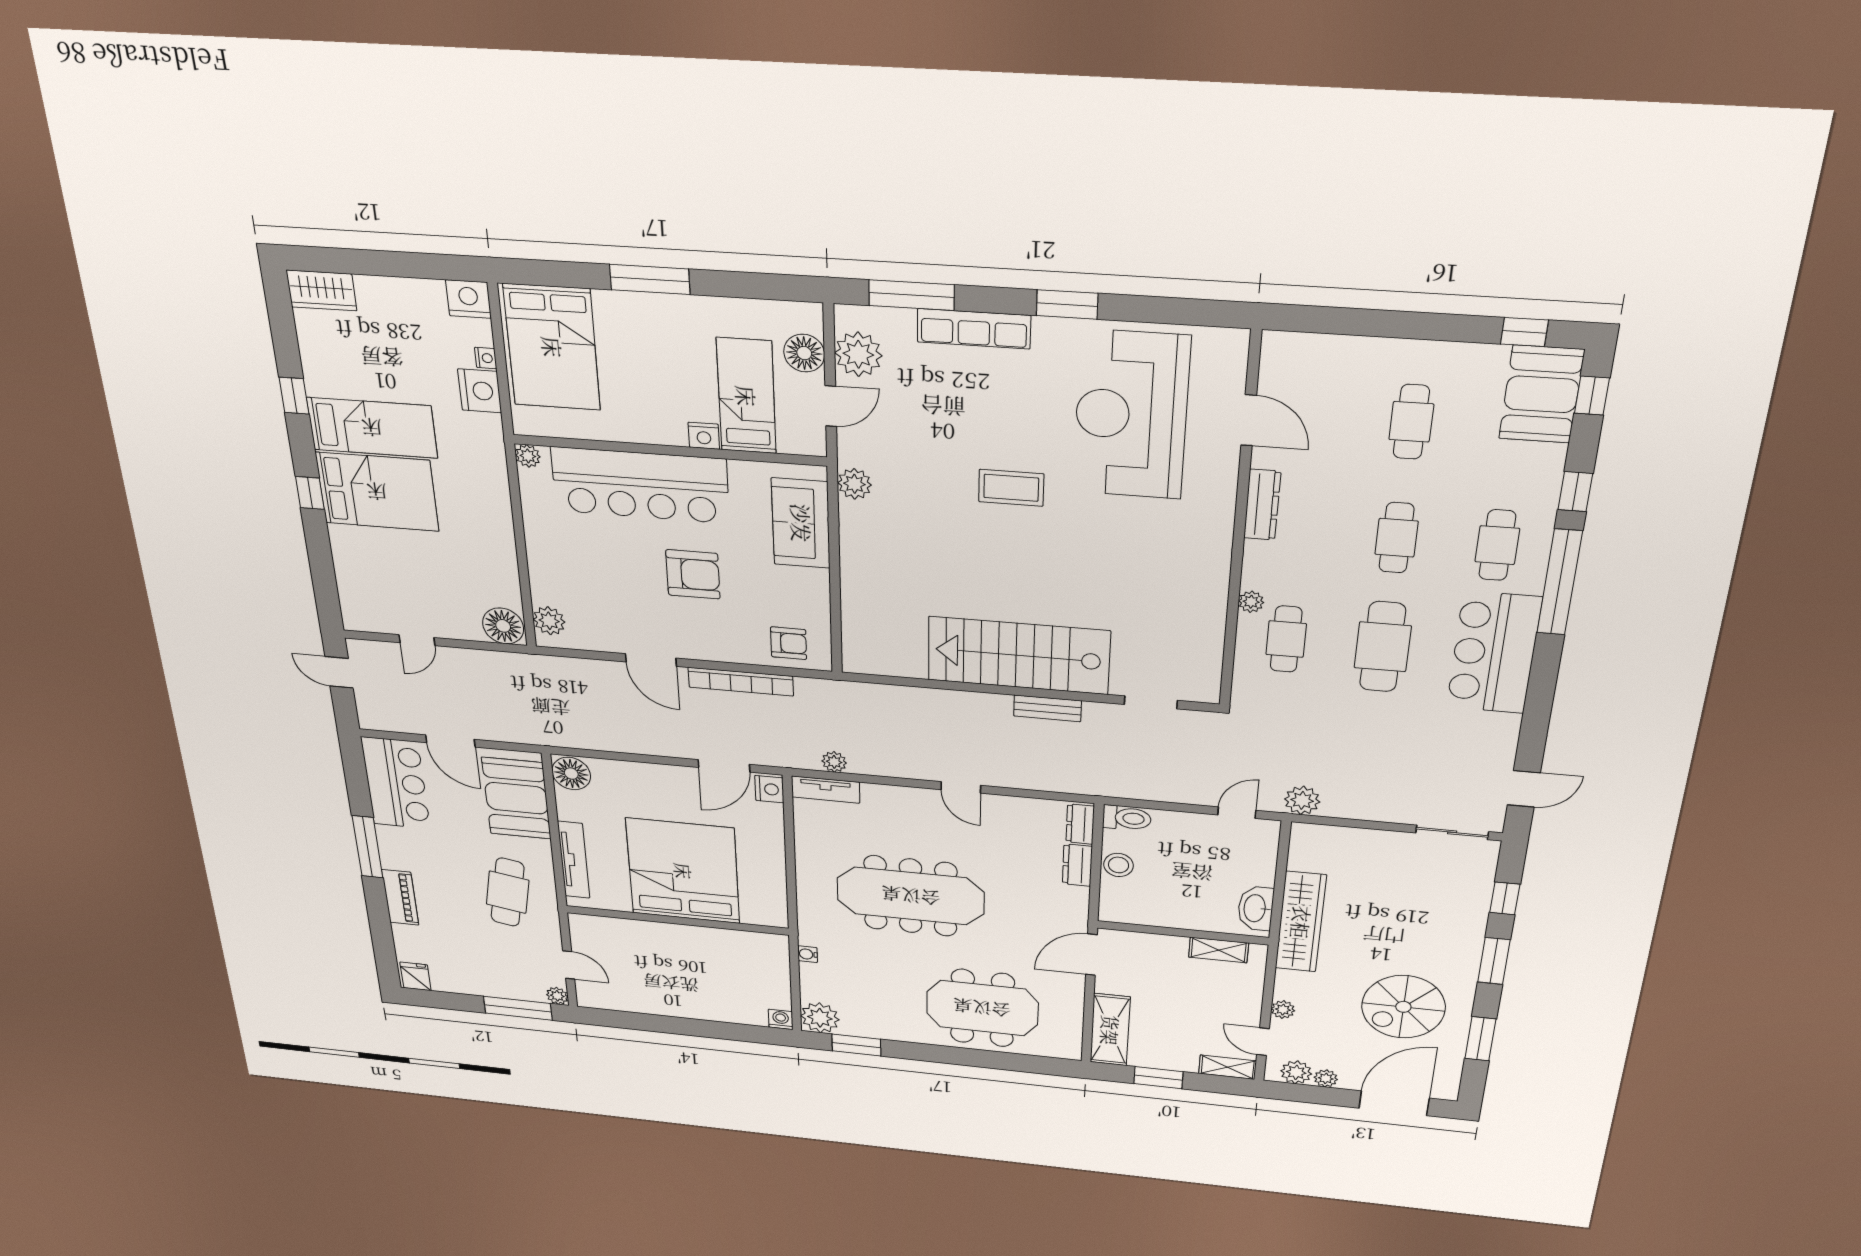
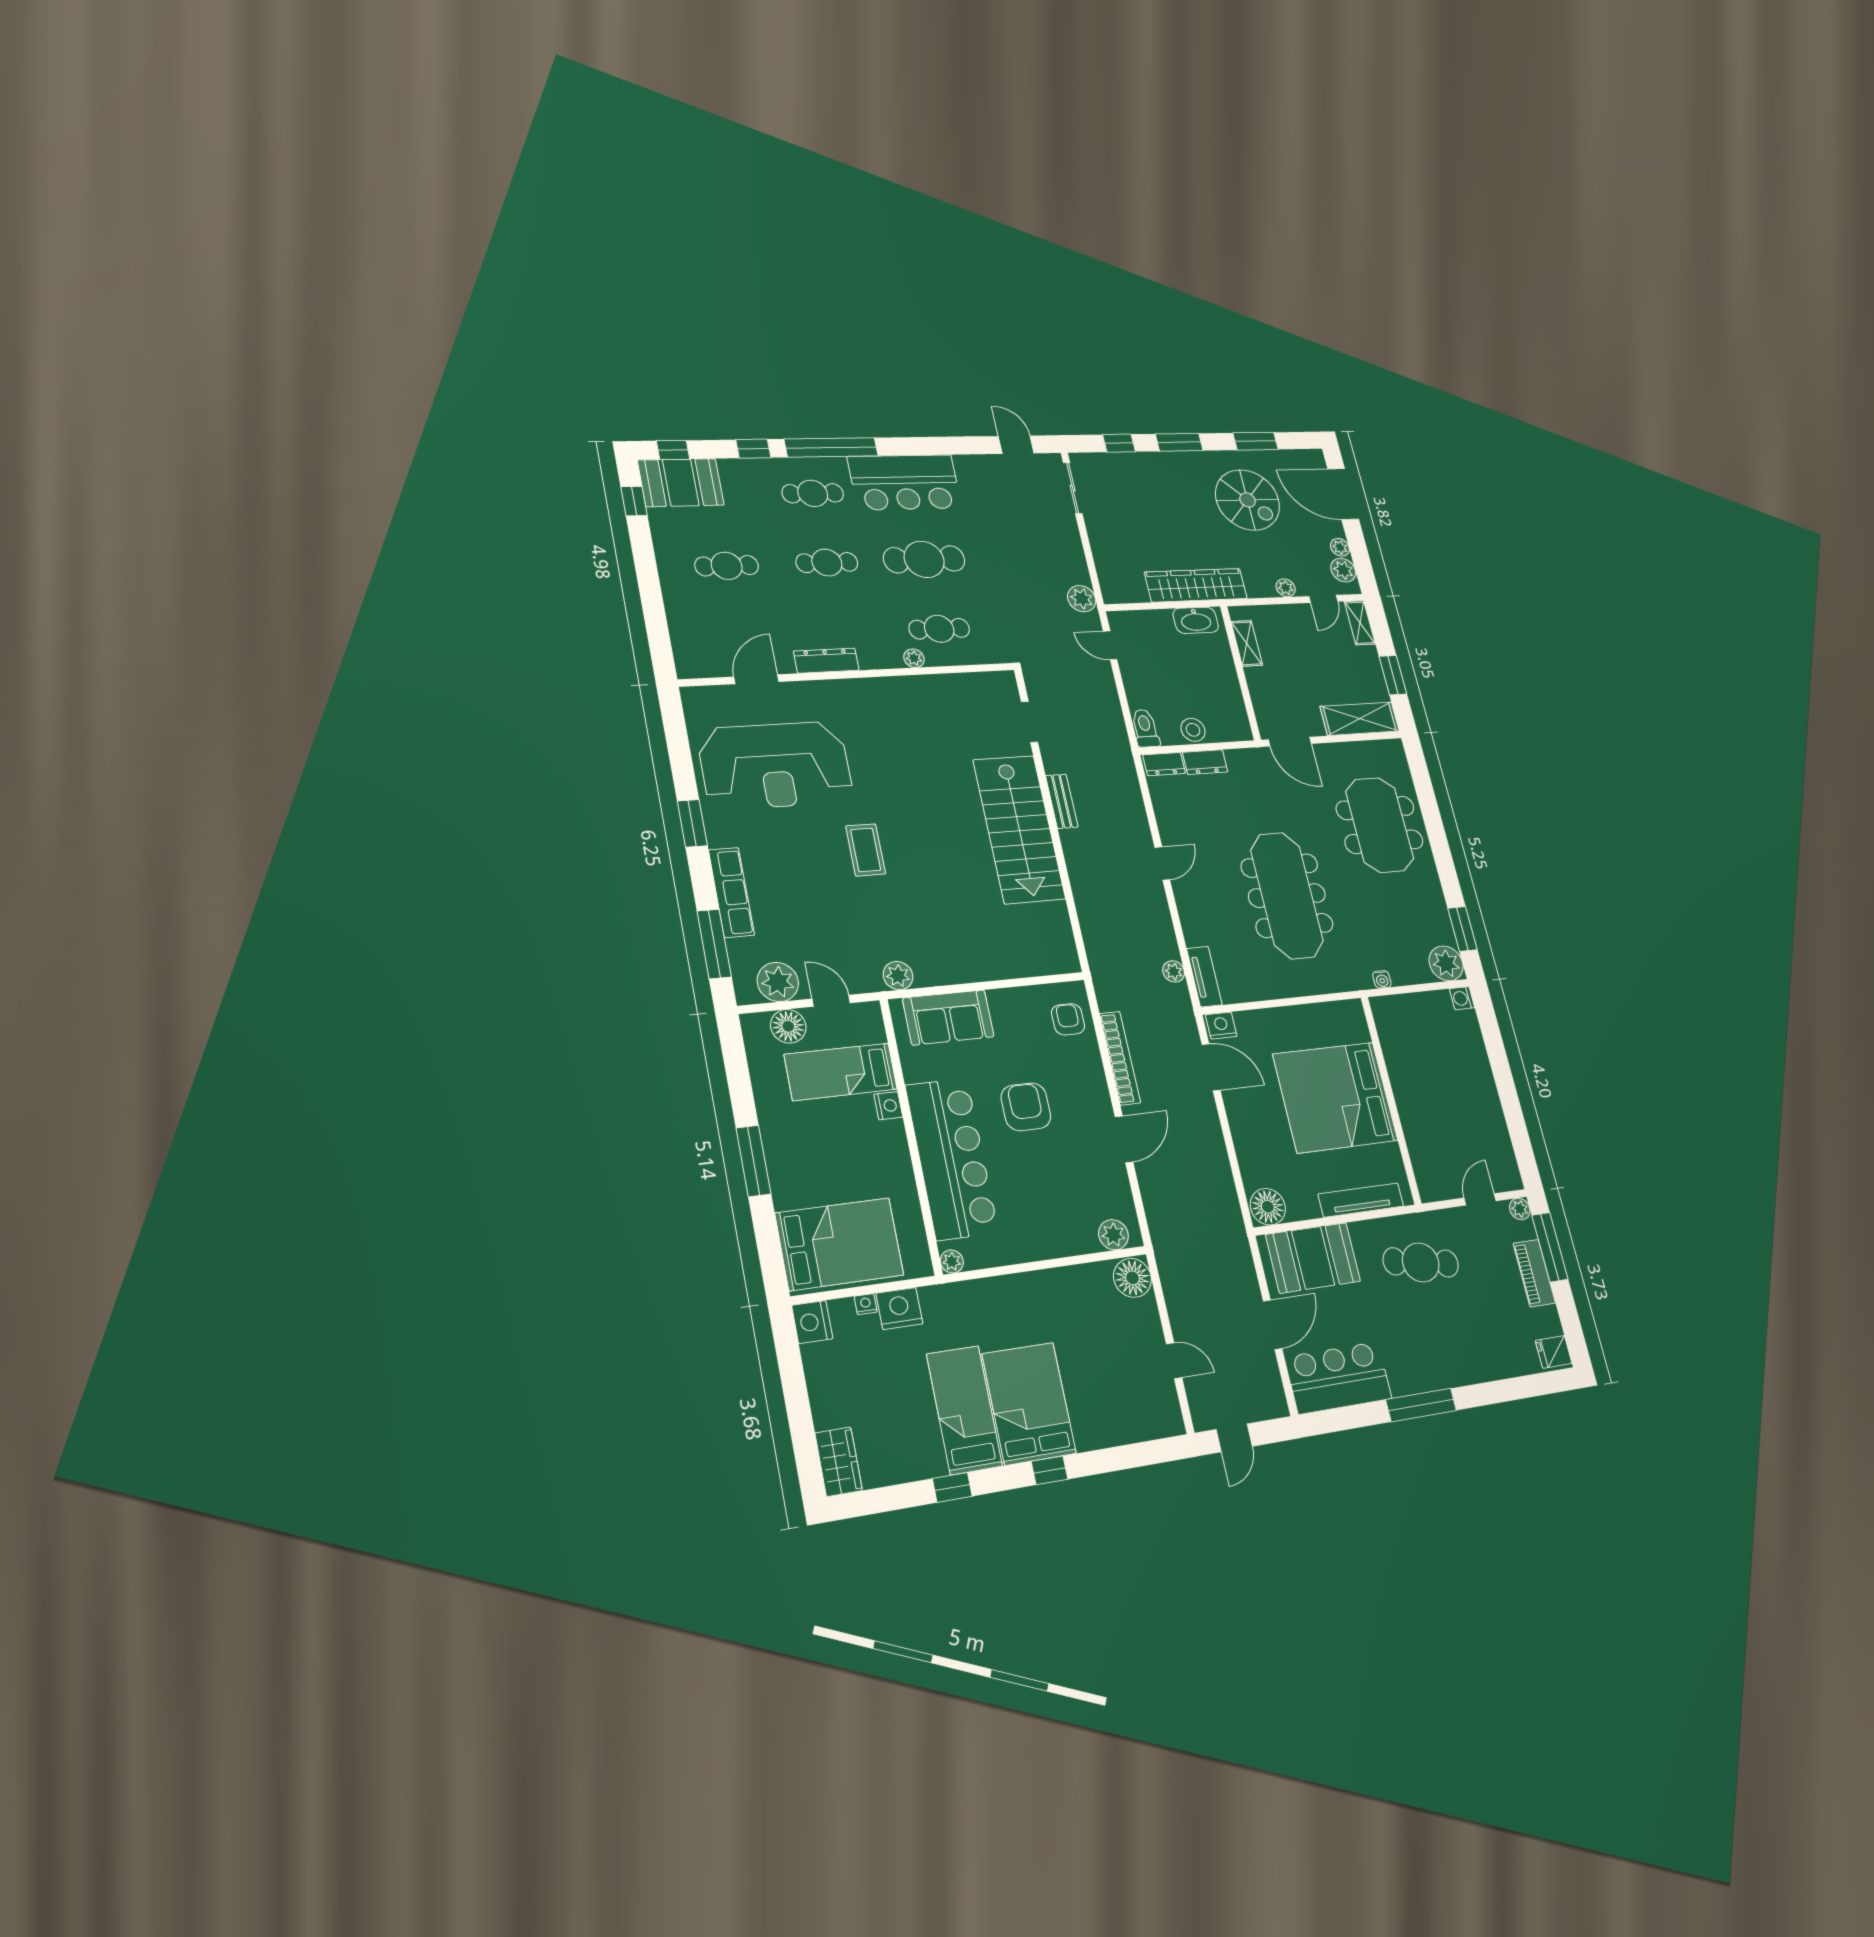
piano: (400, 897) -> (1534, 1273), moved, turned -90

